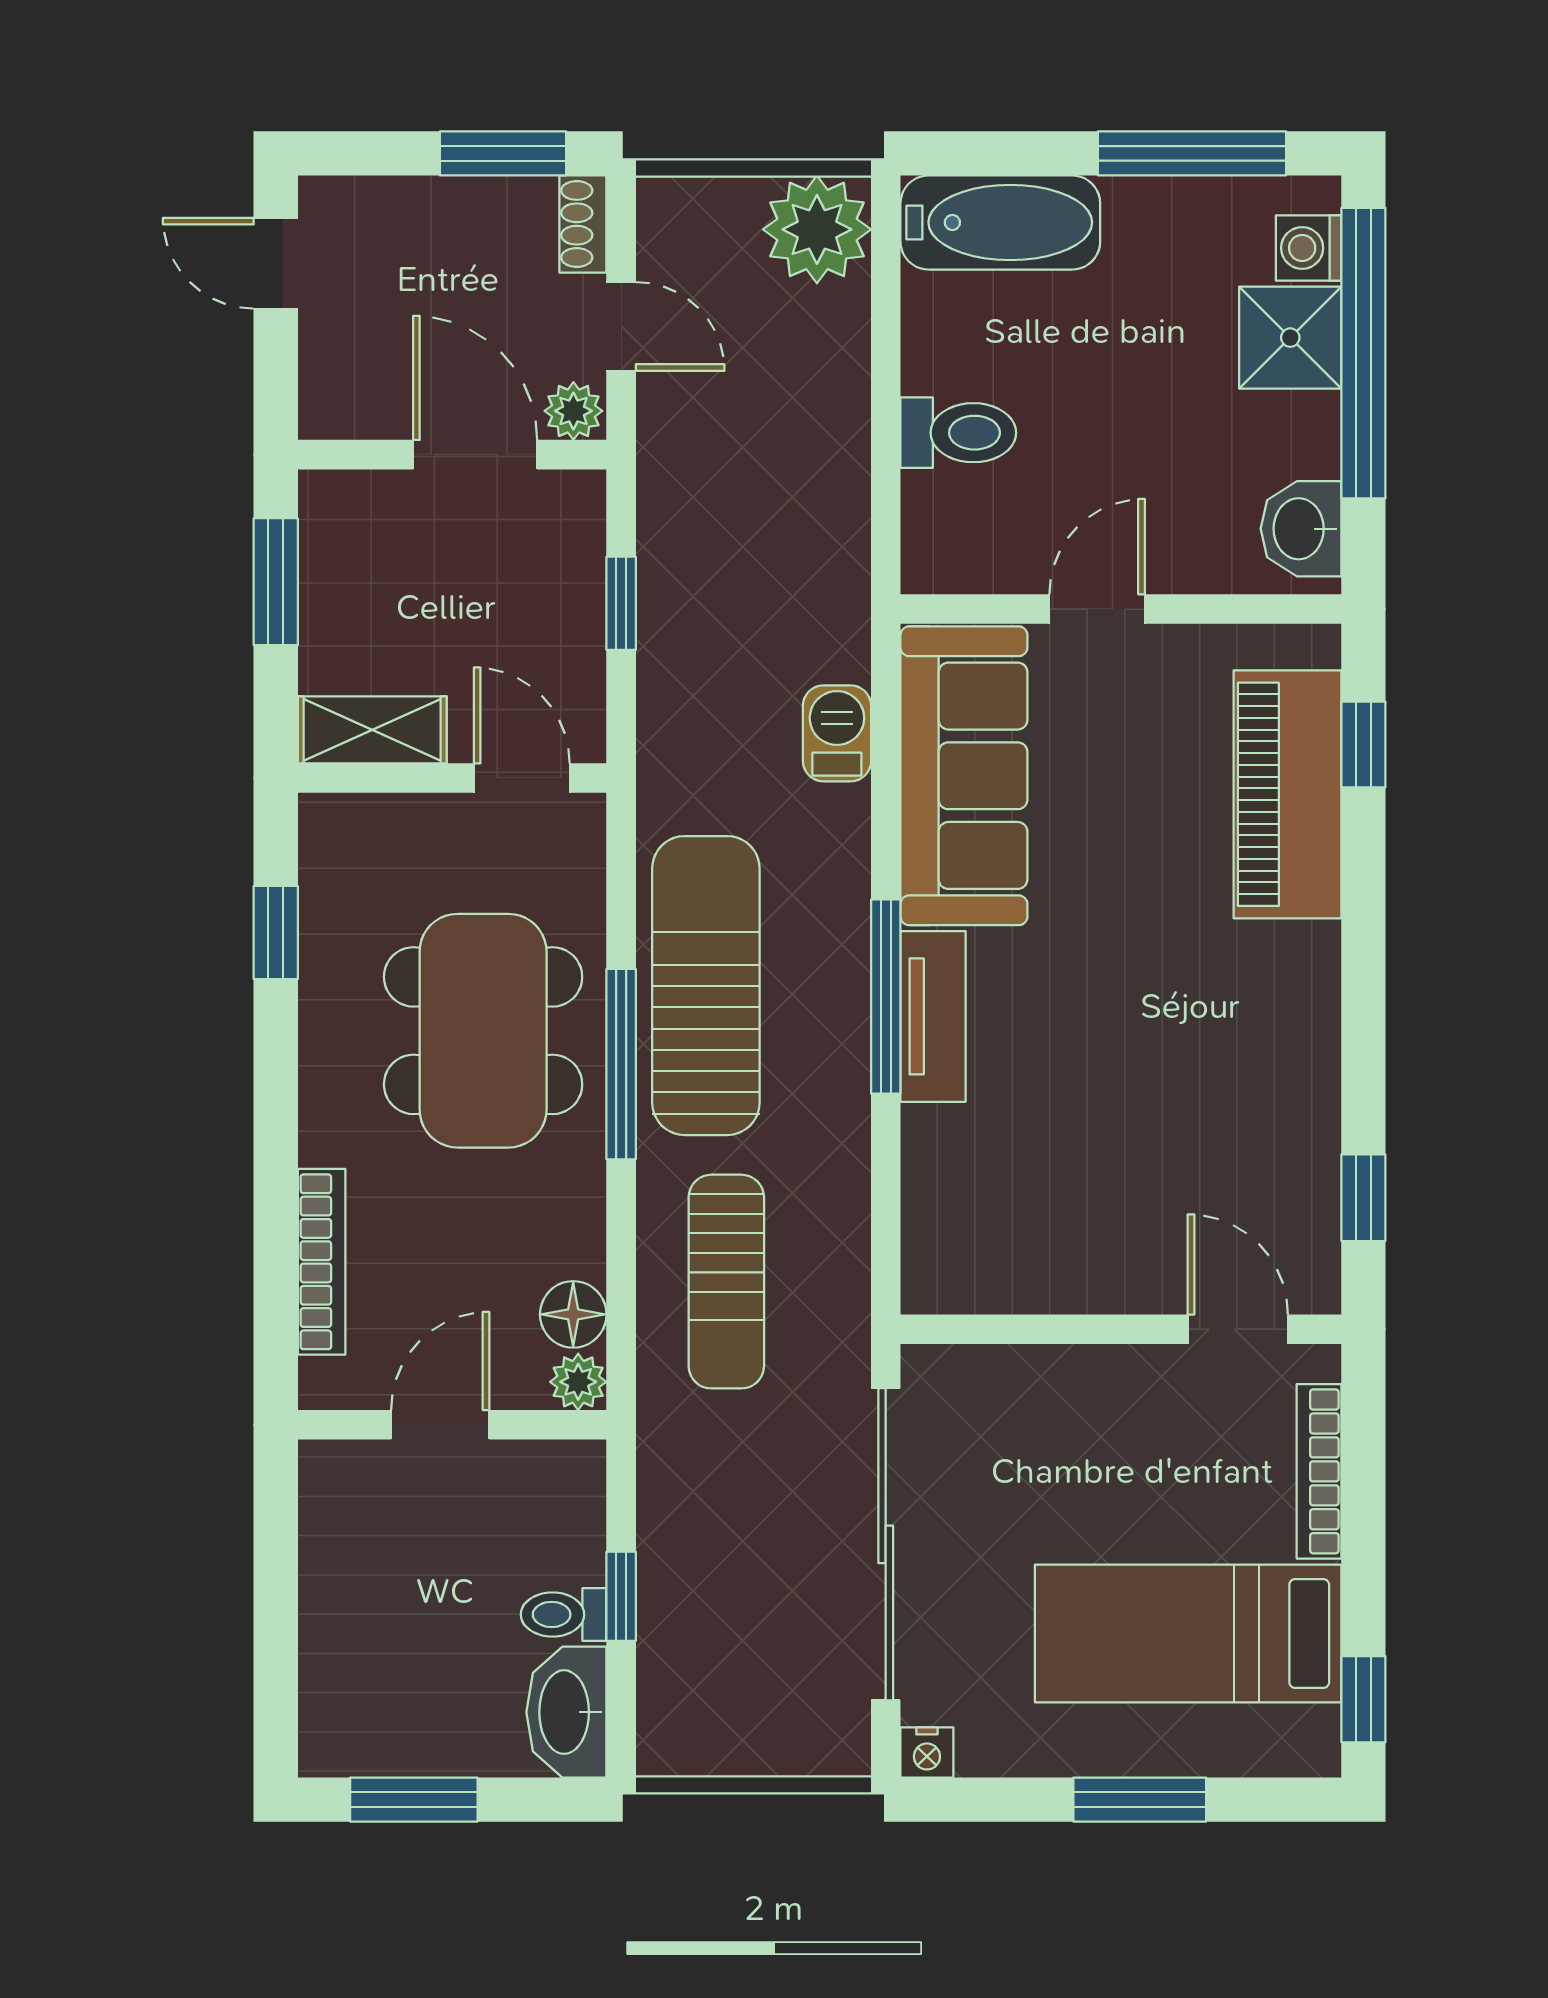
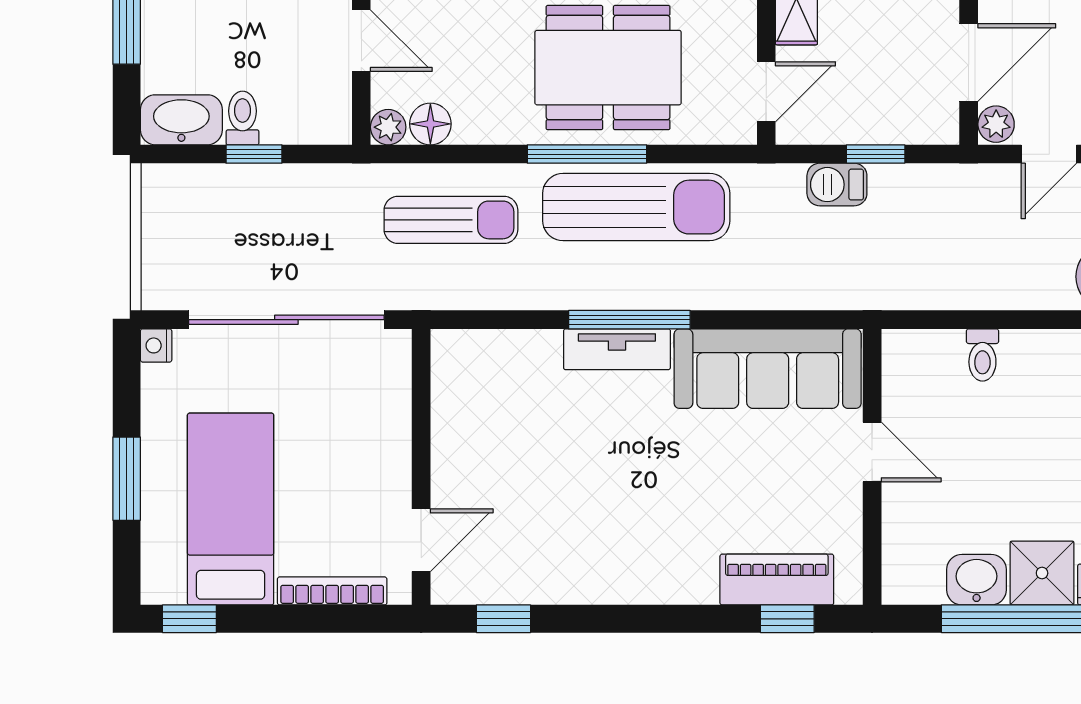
toilet: (958, 433) -> (982, 355), width x0.73, depth x0.72
washbasin: (1301, 529) -> (977, 580), moved
barbecue: (837, 733) -> (837, 185), moved, turned 180
piano: (1287, 794) -> (777, 580), width x0.73, depth x0.75
sun lounger: (726, 1282) -> (451, 220), turned 180

